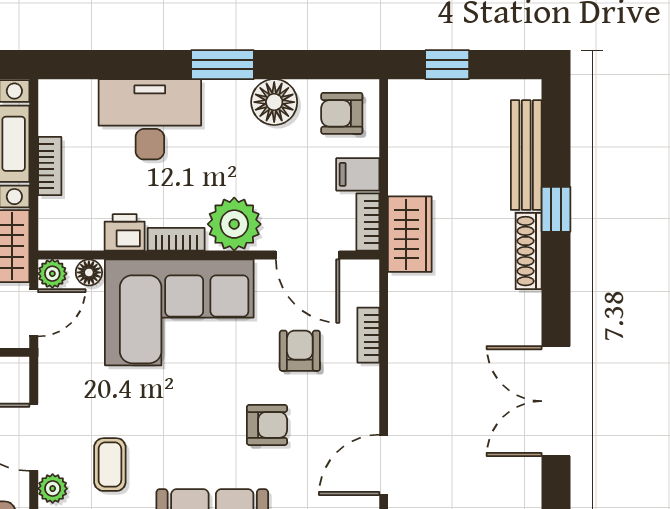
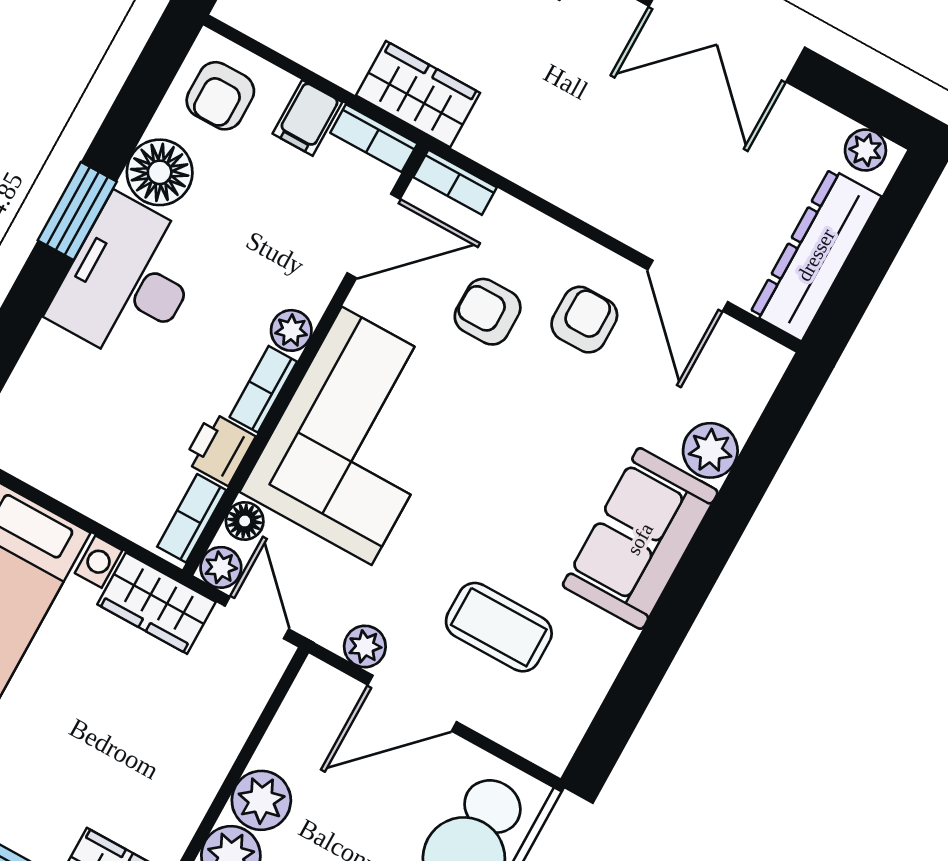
desk: (150, 119) -> (128, 280), moved
bookcase: (50, 166) -> (192, 518), moved, turned -90
plant: (234, 224) -> (291, 330), width x0.53, depth x0.53
bookcase: (368, 335) -> (455, 182), moved
armchair: (267, 425) -> (584, 320), moved
coffee table: (110, 465) -> (499, 627), width x1.36, depth x1.30
plant: (53, 489) -> (365, 646), moved

